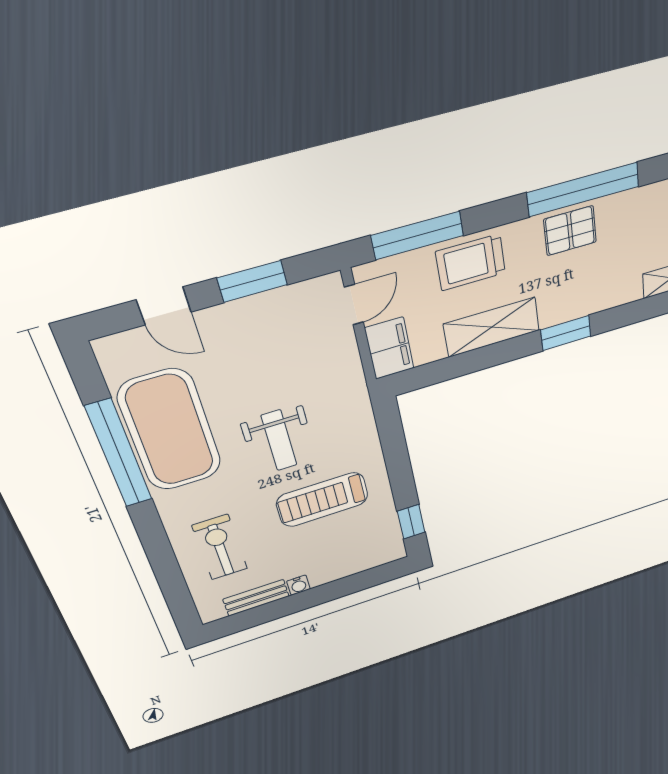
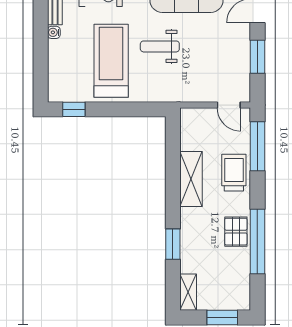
window: (566, 333) -> (173, 244), moved
filing cabinet: (389, 348) -> (197, 119), removed
treadmill: (322, 500) -> (111, 61), width x1.37, depth x1.38

